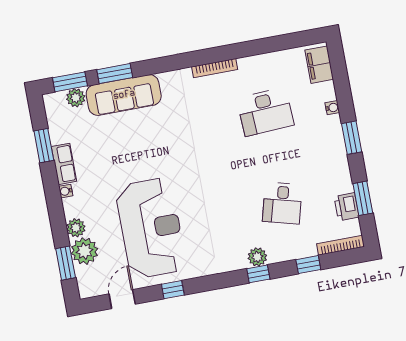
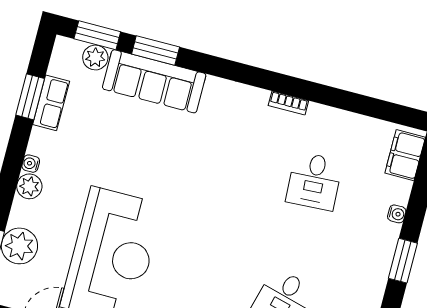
bookcase: (215, 68) -> (288, 103), width x0.64
desk: (265, 112) -> (314, 181), width x0.73
row of seats: (64, 164) -> (51, 103), moved
plant: (76, 228) -> (29, 186), moved

